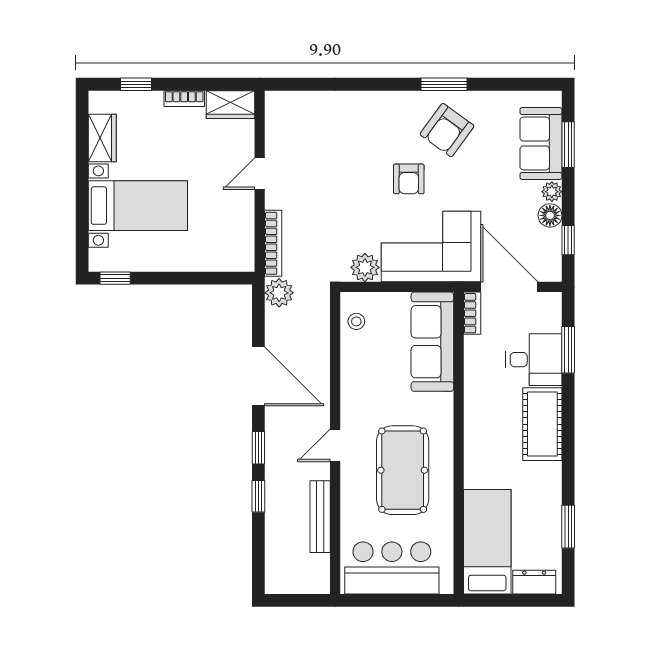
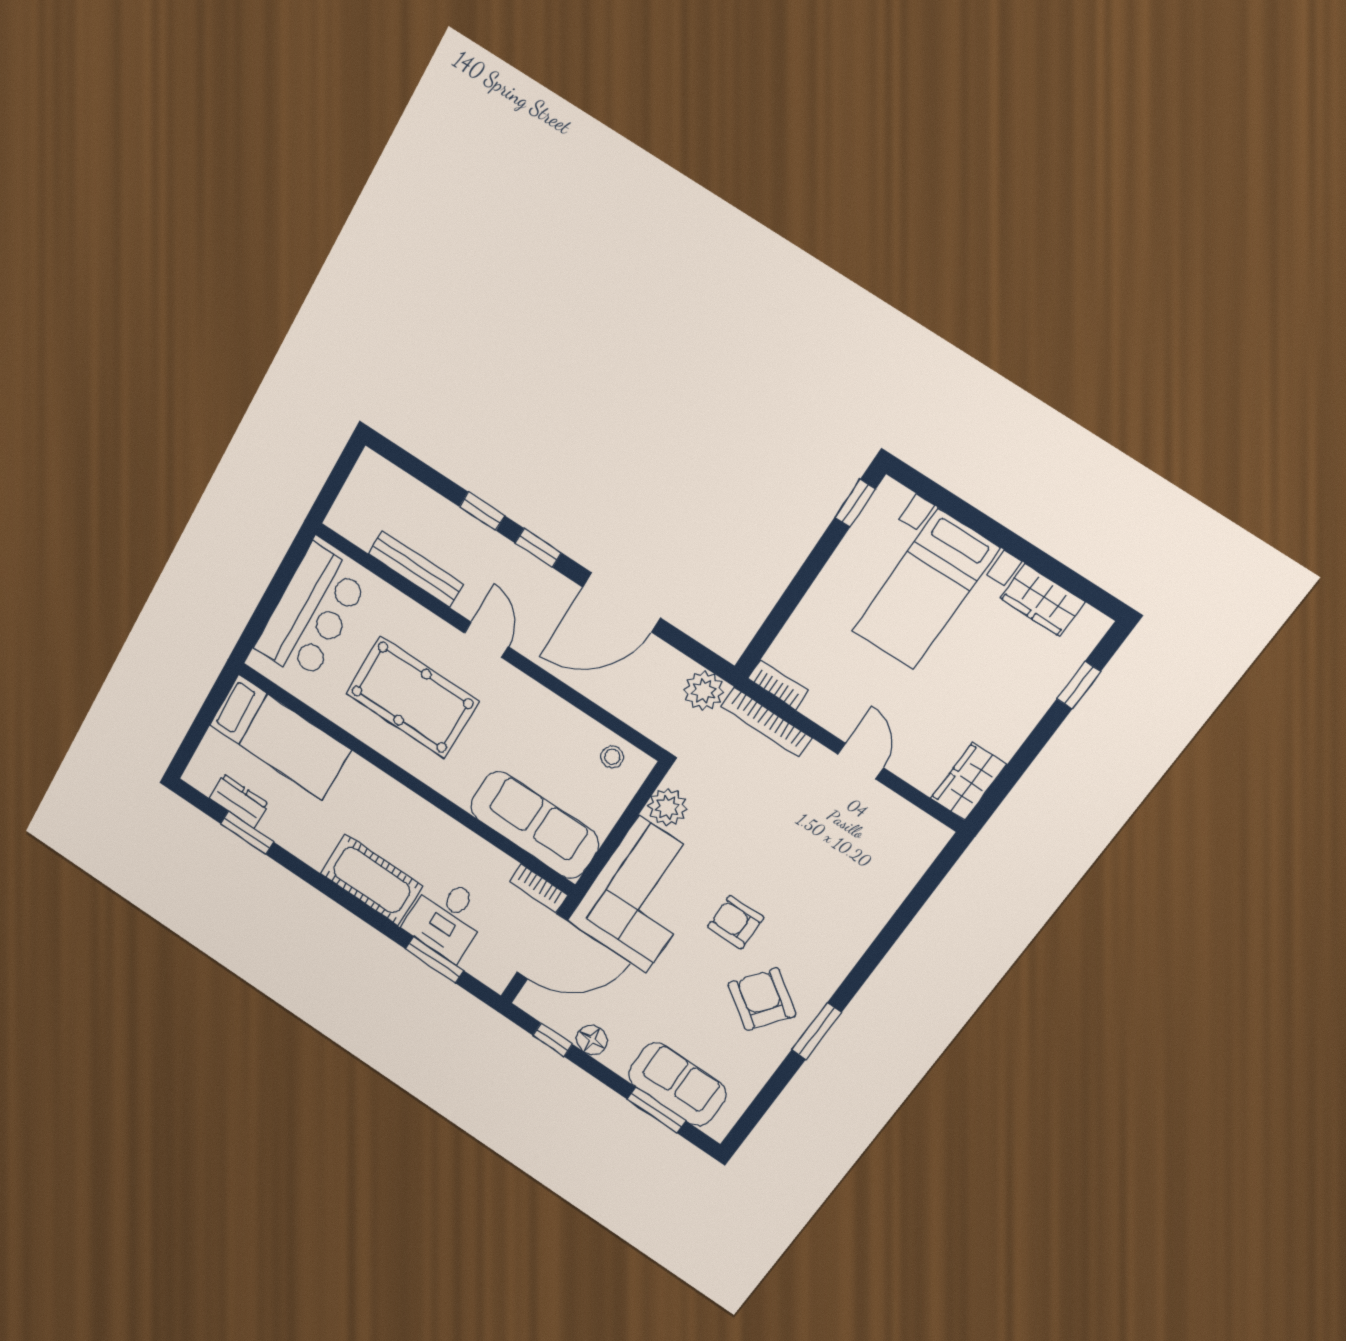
bookcase: (184, 99) -> (778, 685), moved, turned 90
plant: (552, 192) -> (617, 1059), removed
dresser: (534, 582) -> (239, 801), moved, turned -90

